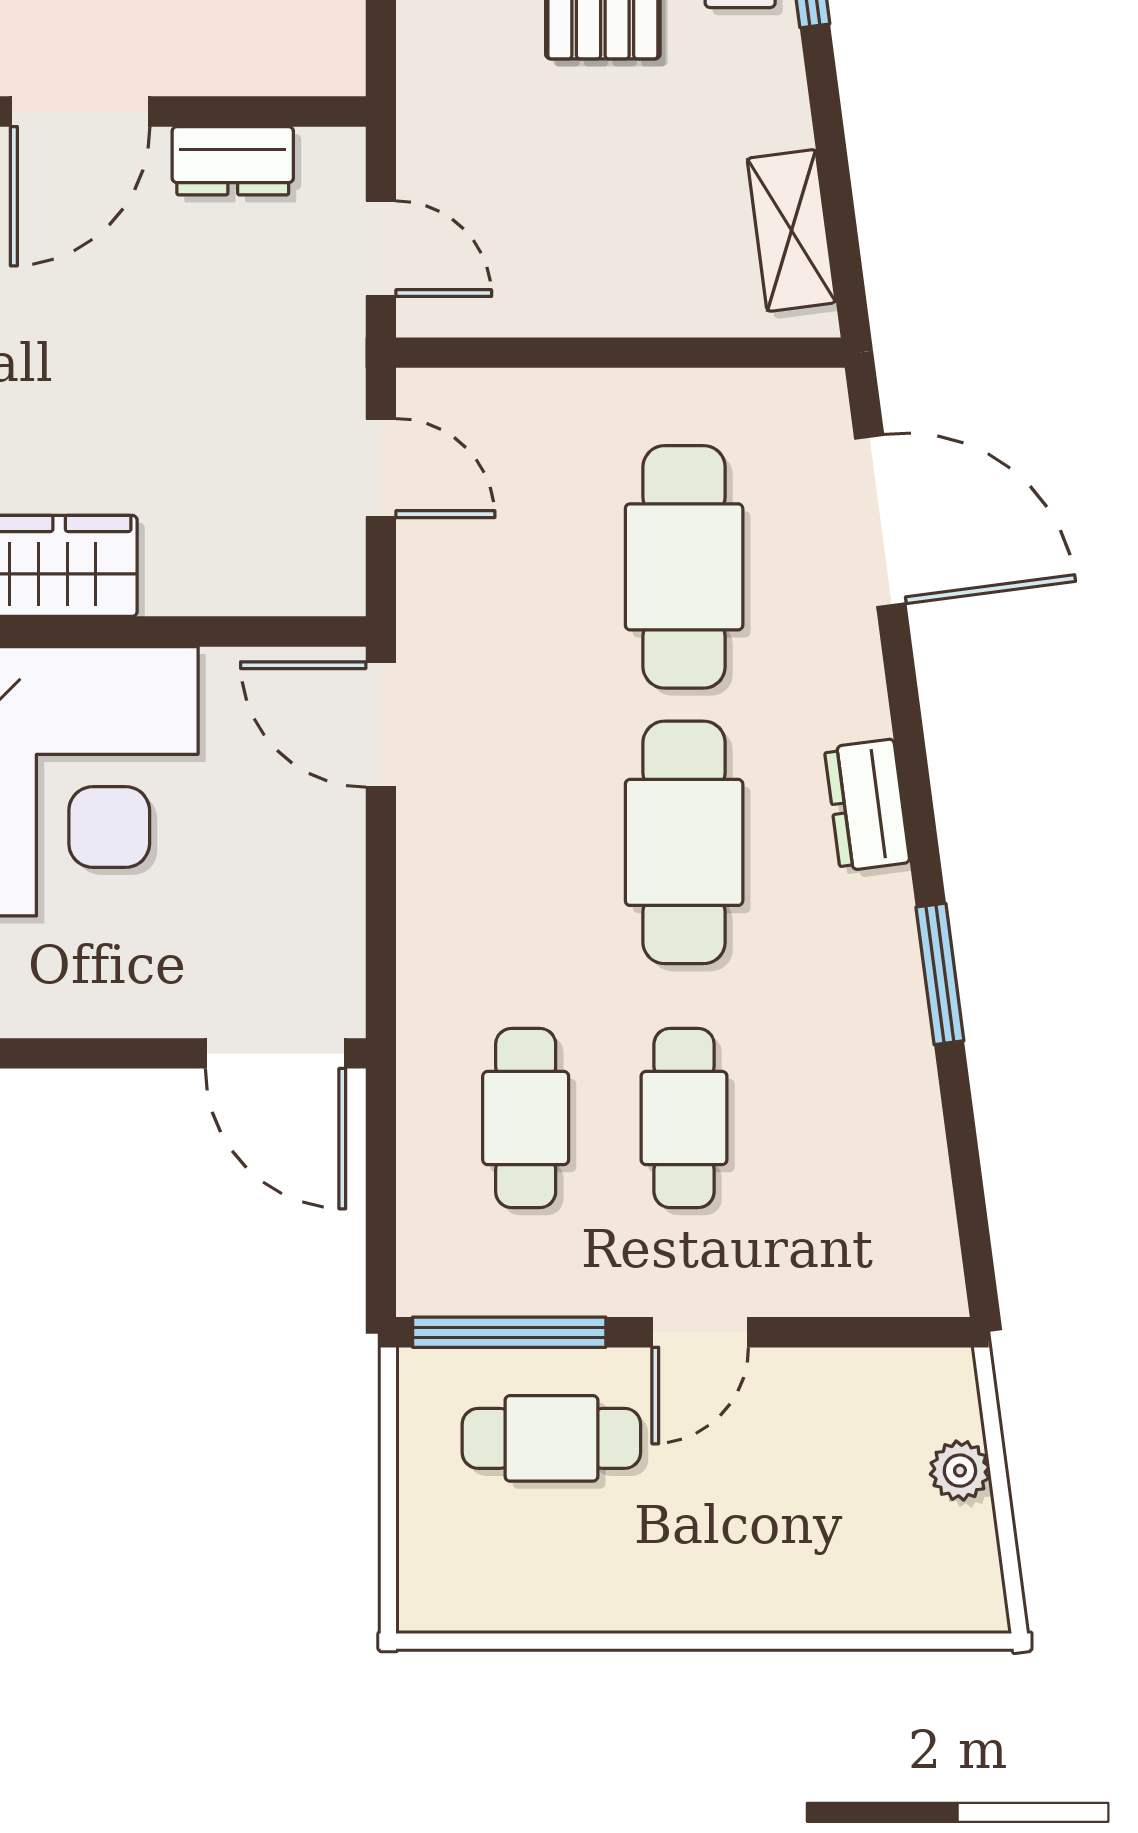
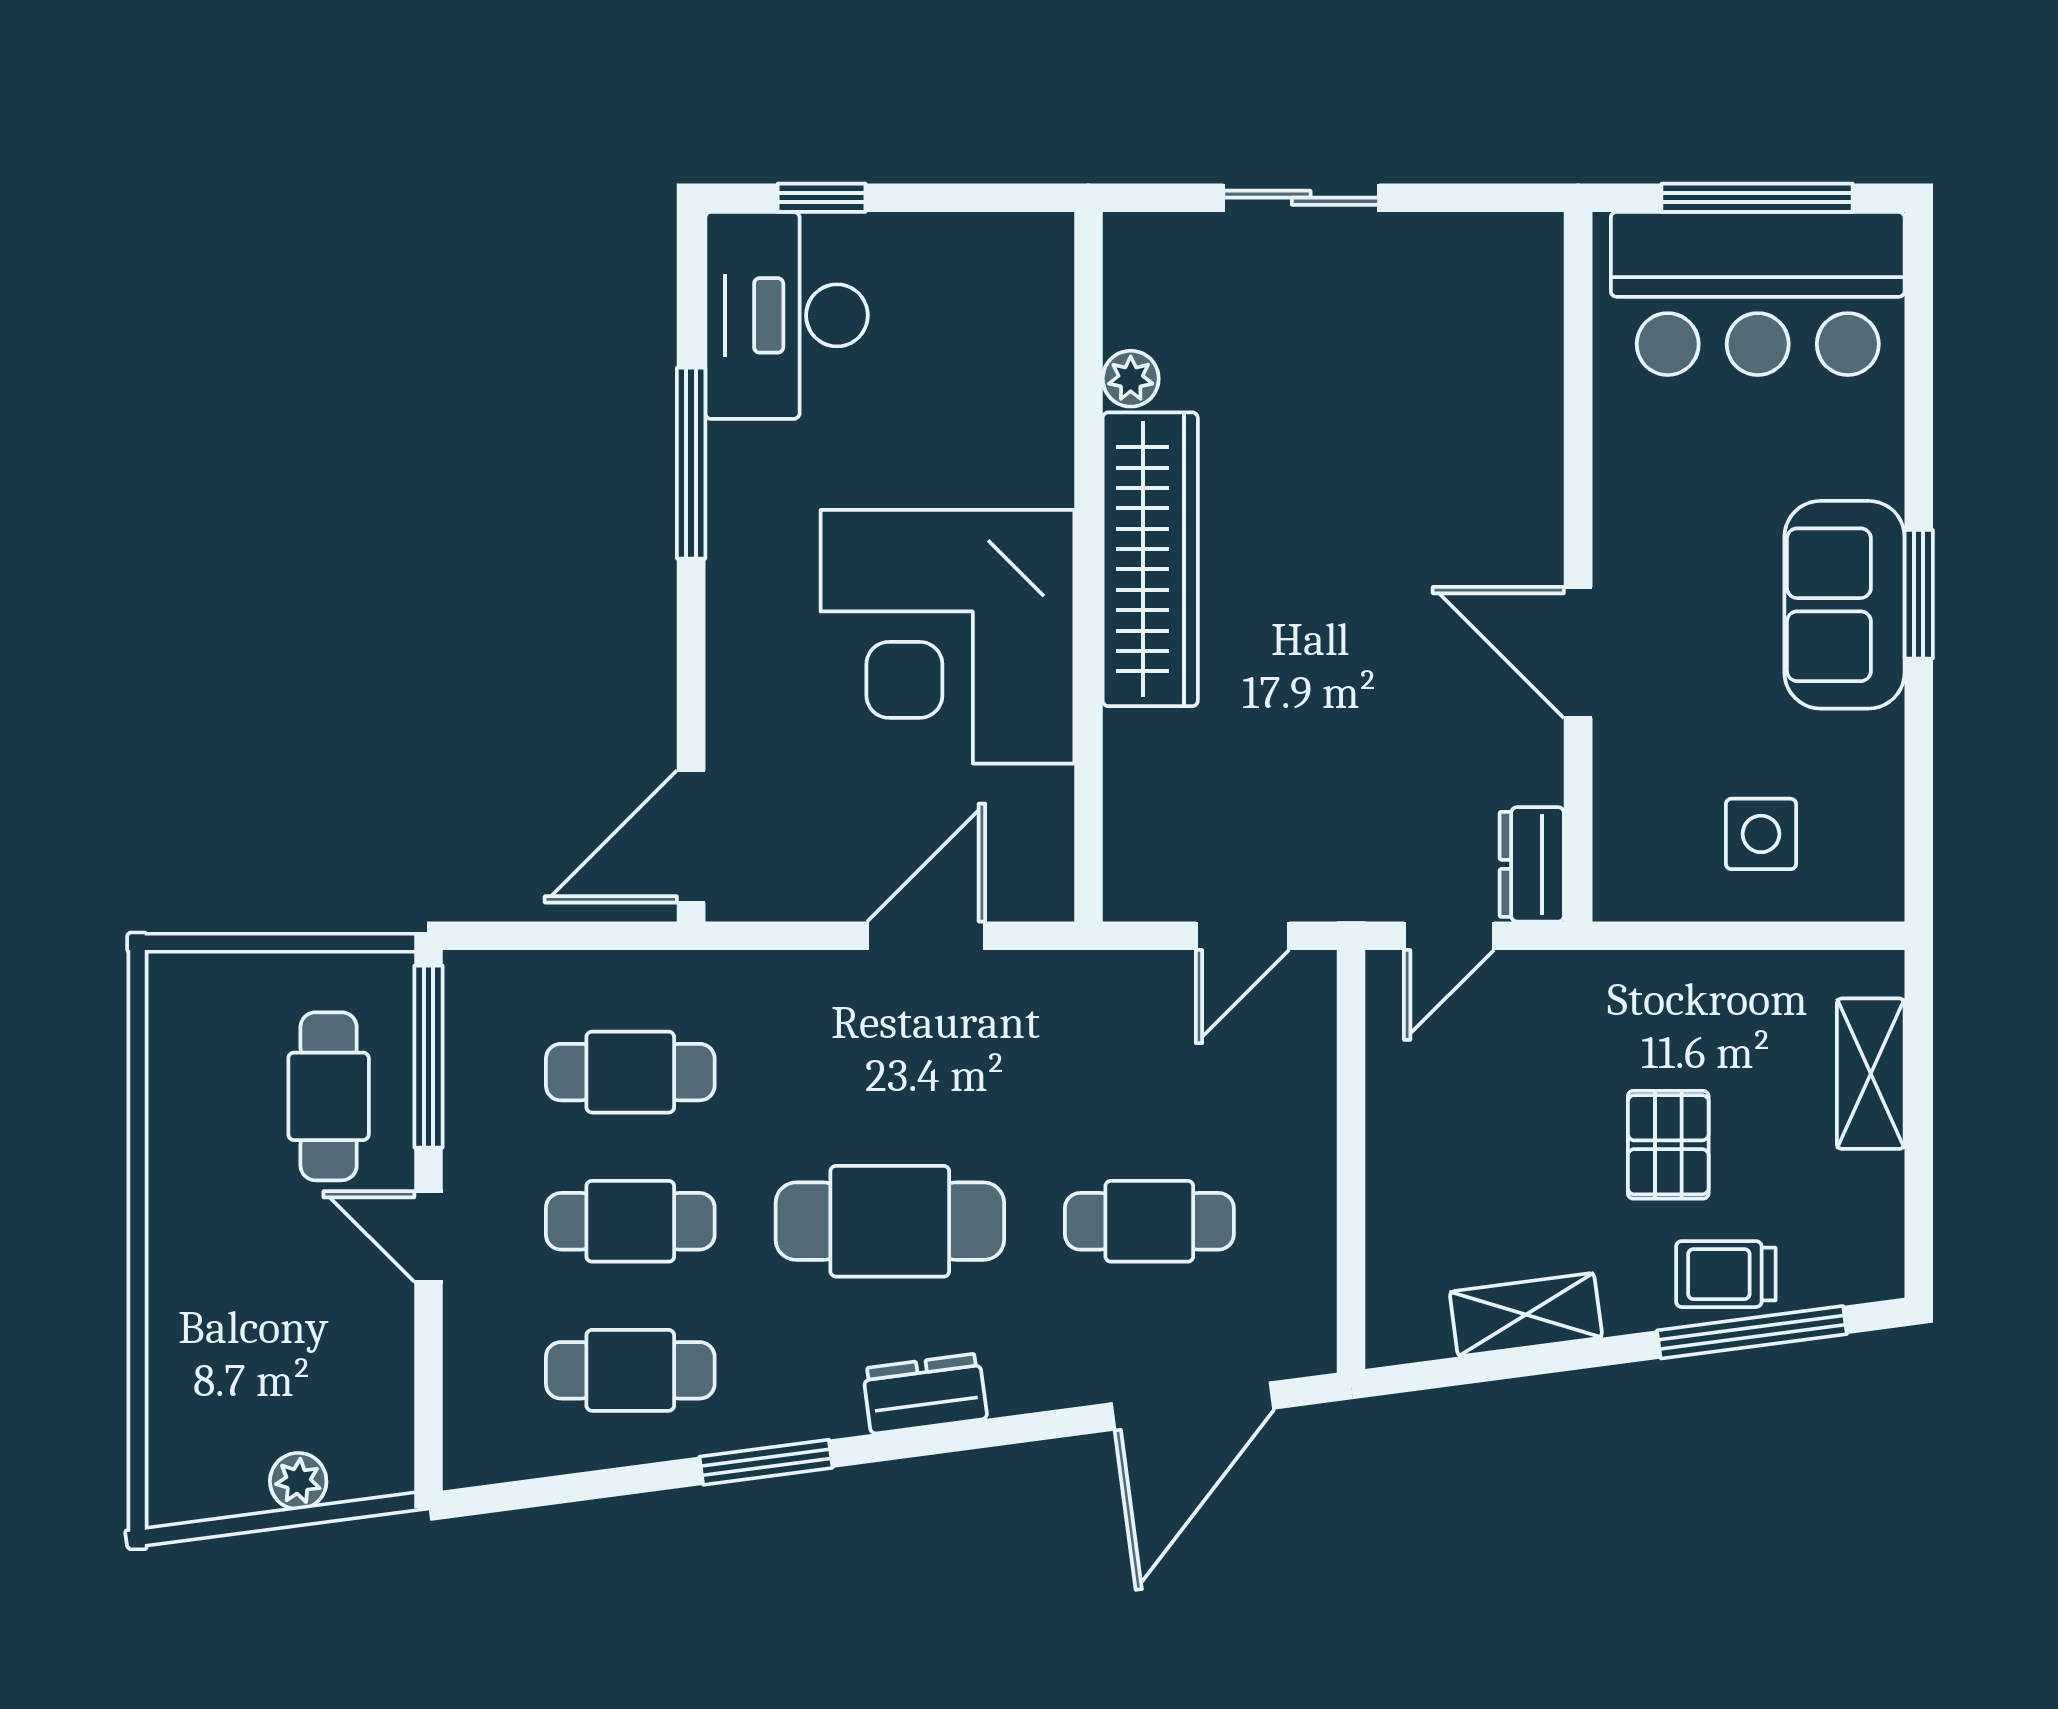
dresser: (233, 161) -> (1532, 864), moved
shelving: (792, 230) -> (1526, 1315), moved
cafe table: (684, 567) -> (1149, 1221), width x0.73, depth x0.74
door: (381, 724) -> (926, 936), moved
cafe table: (842, 1118) -> (630, 1370), added

